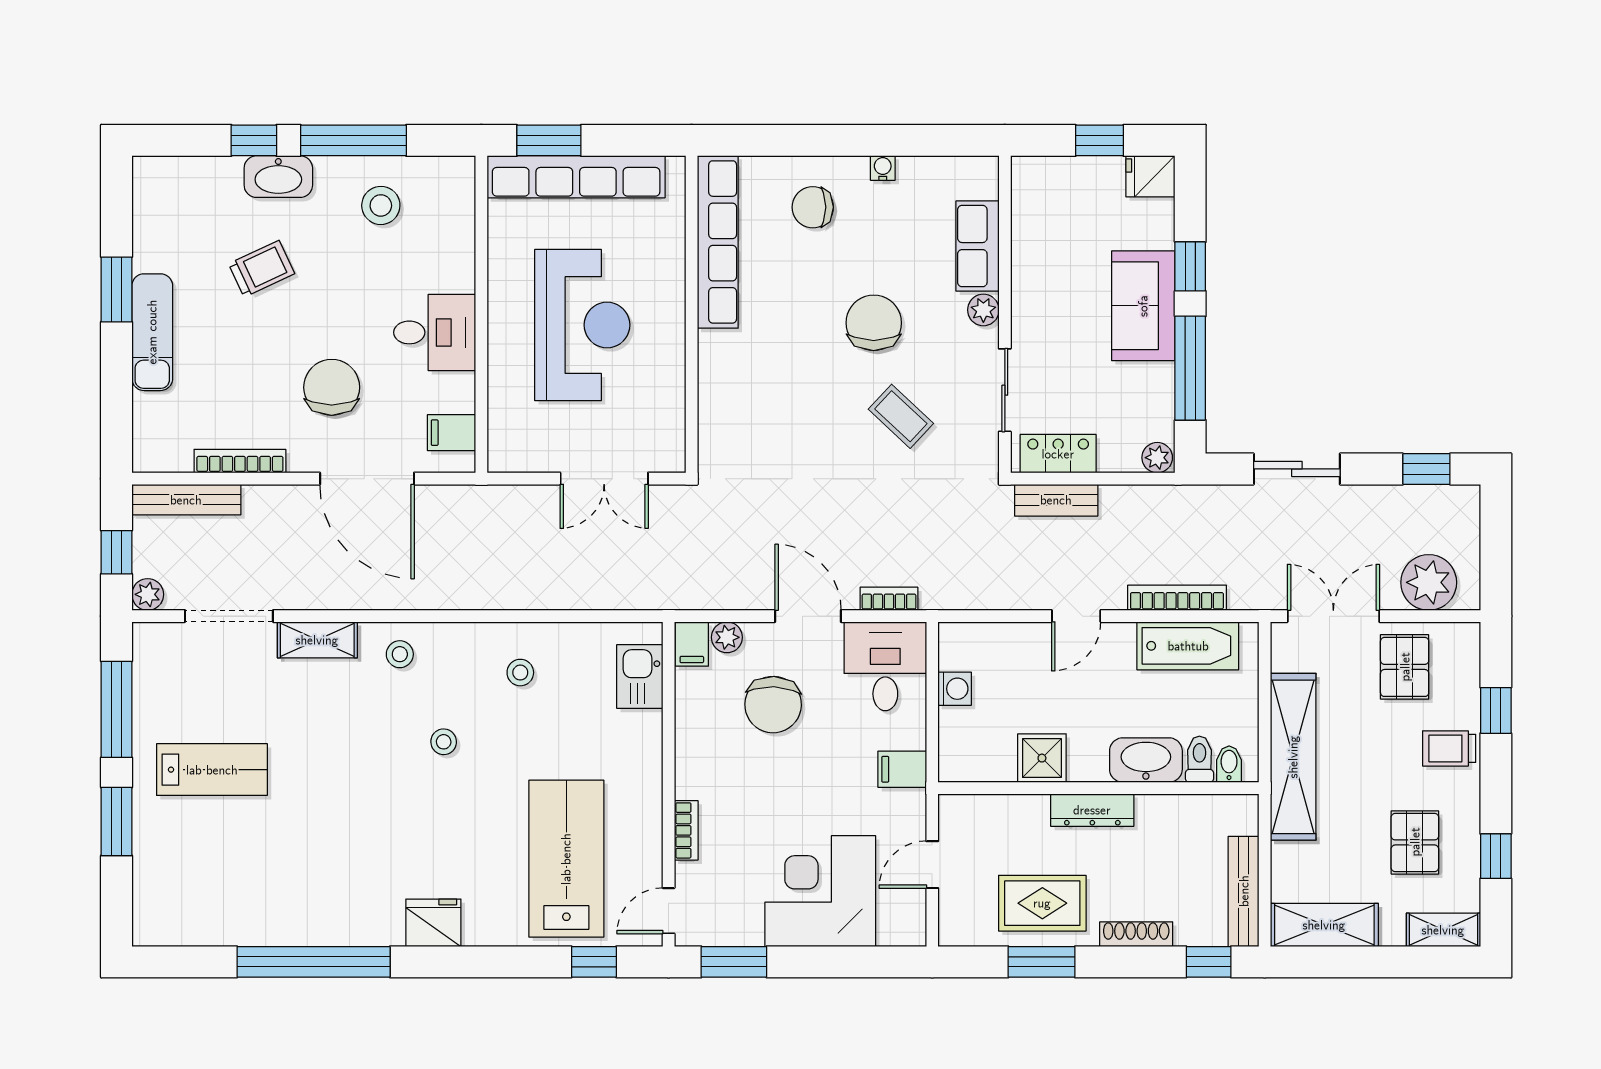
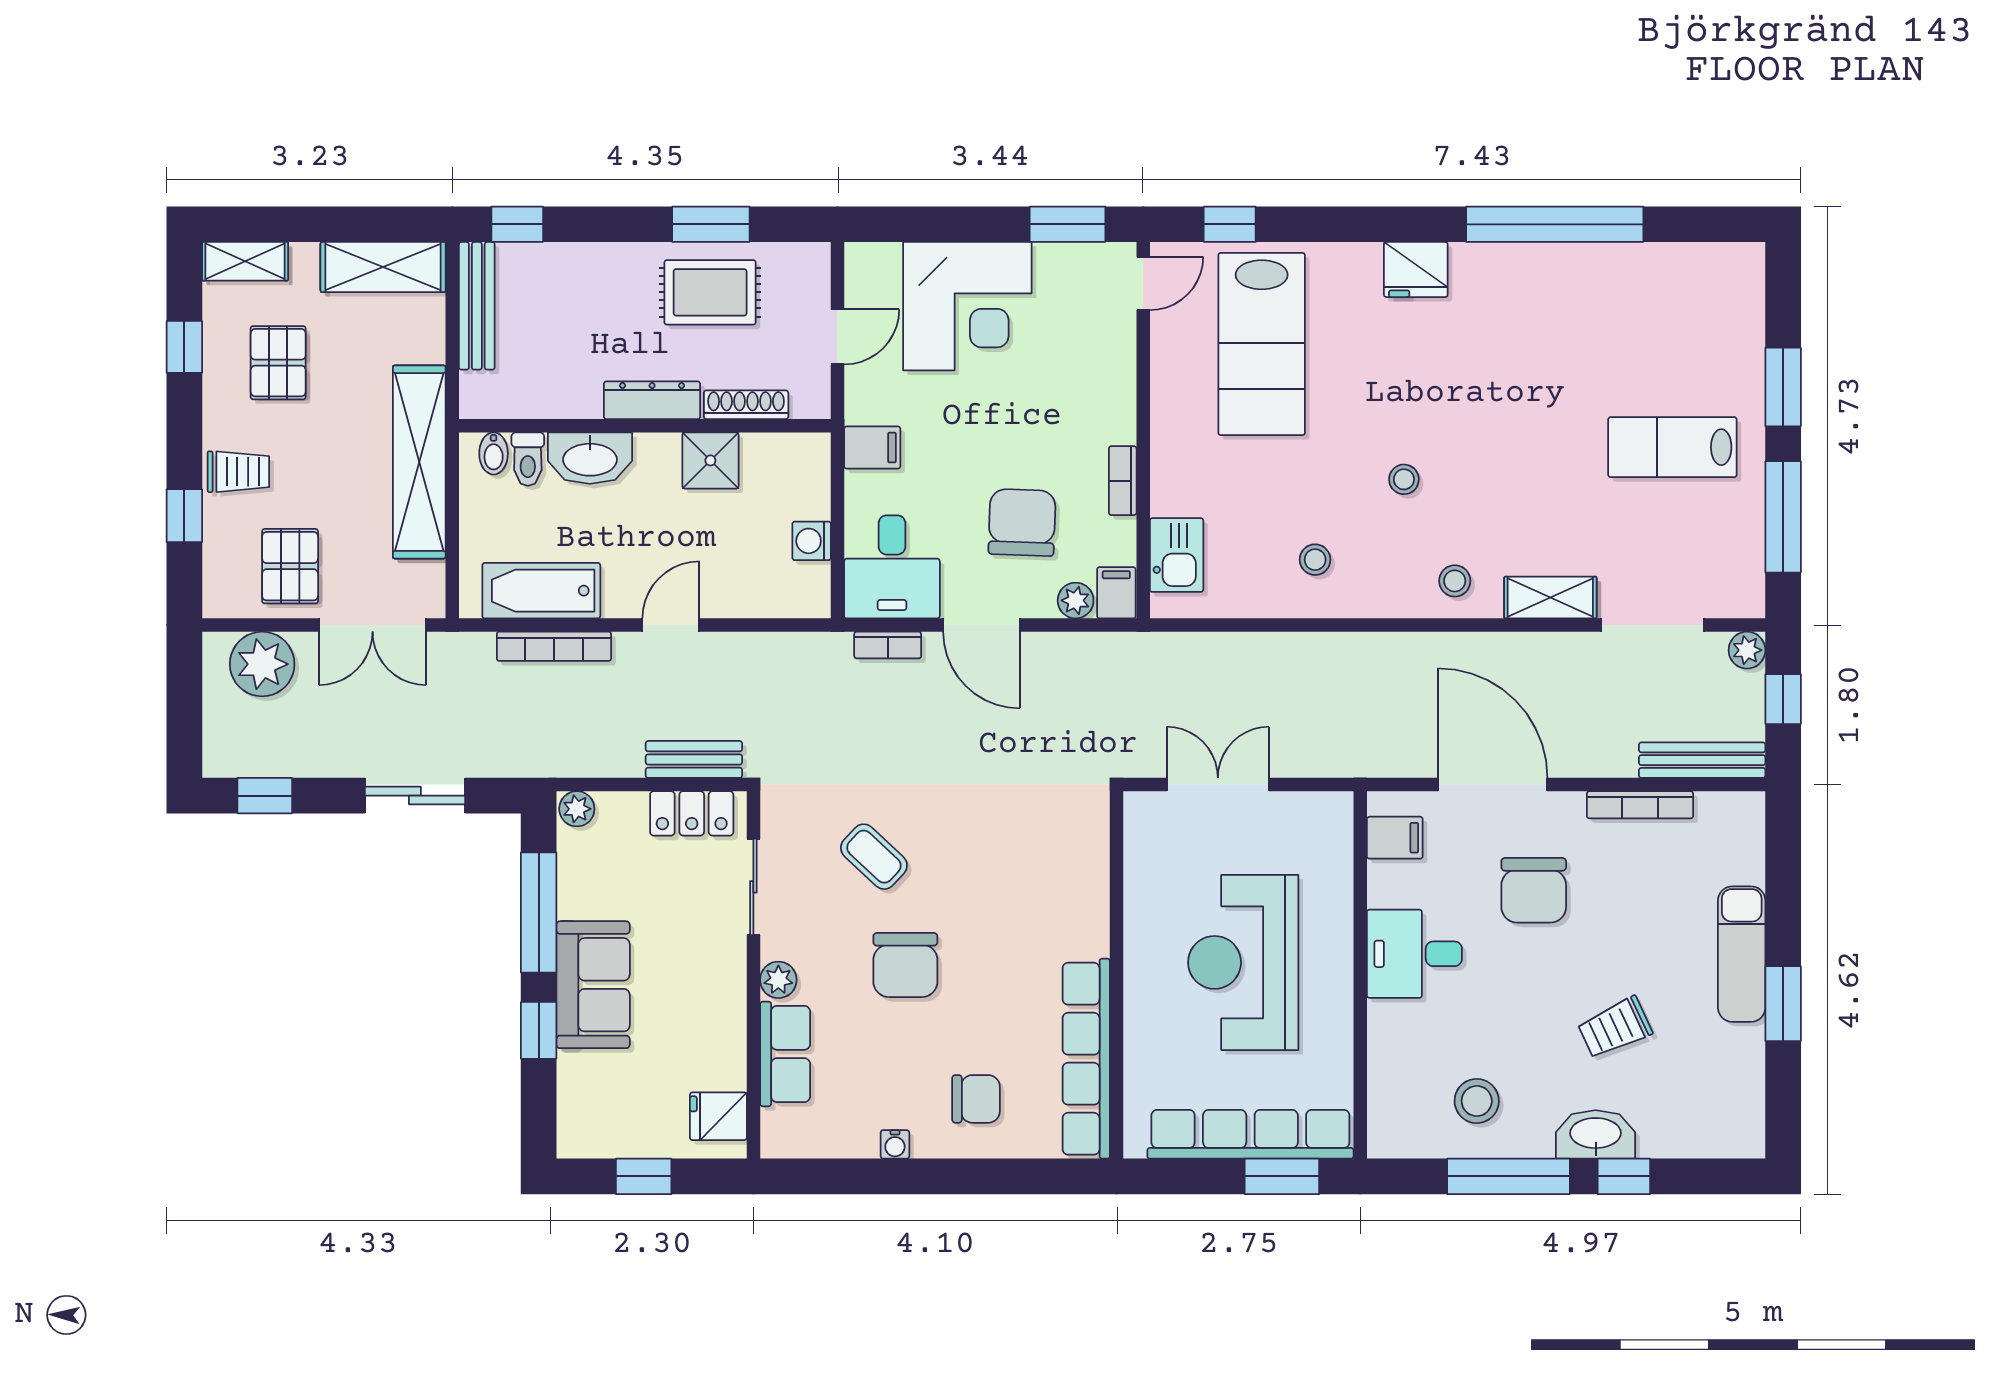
fridge: (1150, 176) -> (718, 1116), moved, turned 180
bookcase: (686, 830) -> (1123, 481), moved
shoe rack: (1136, 934) -> (746, 405), moved, turned 180

